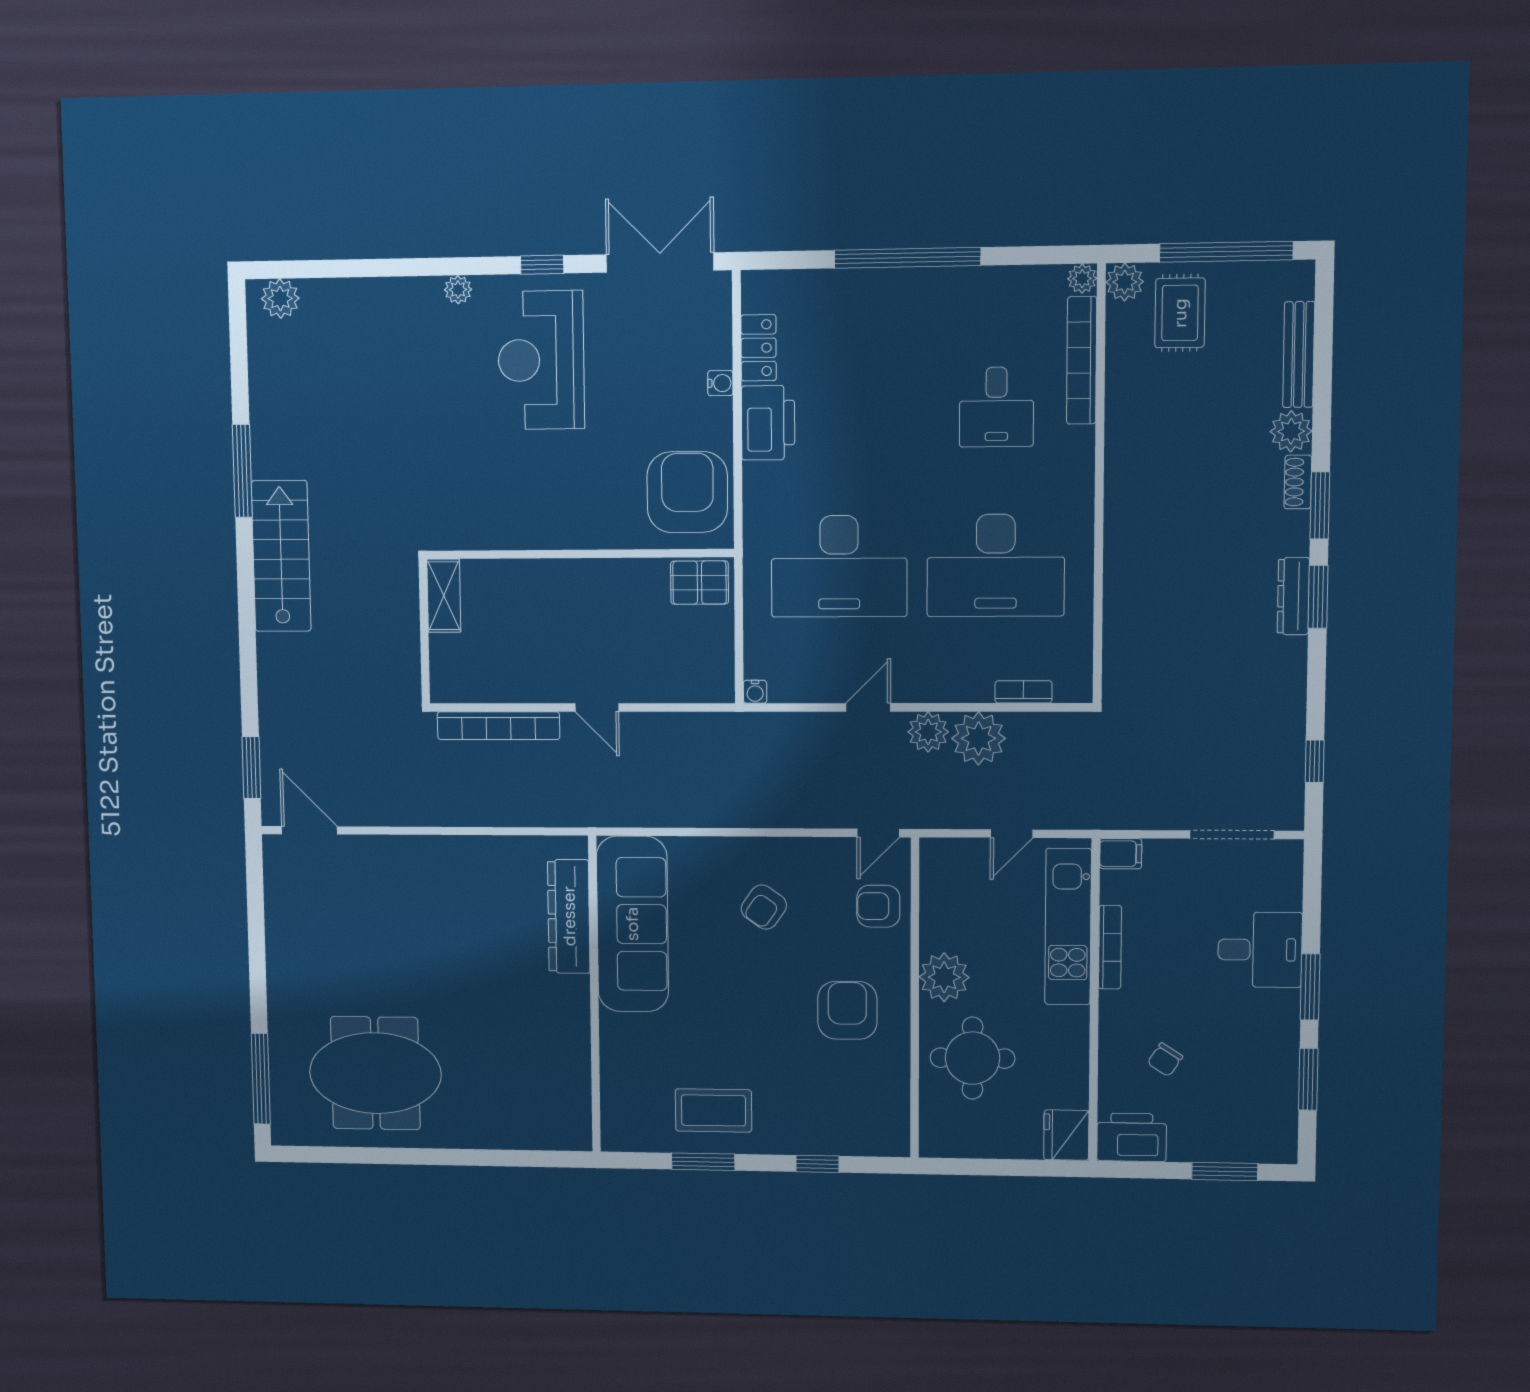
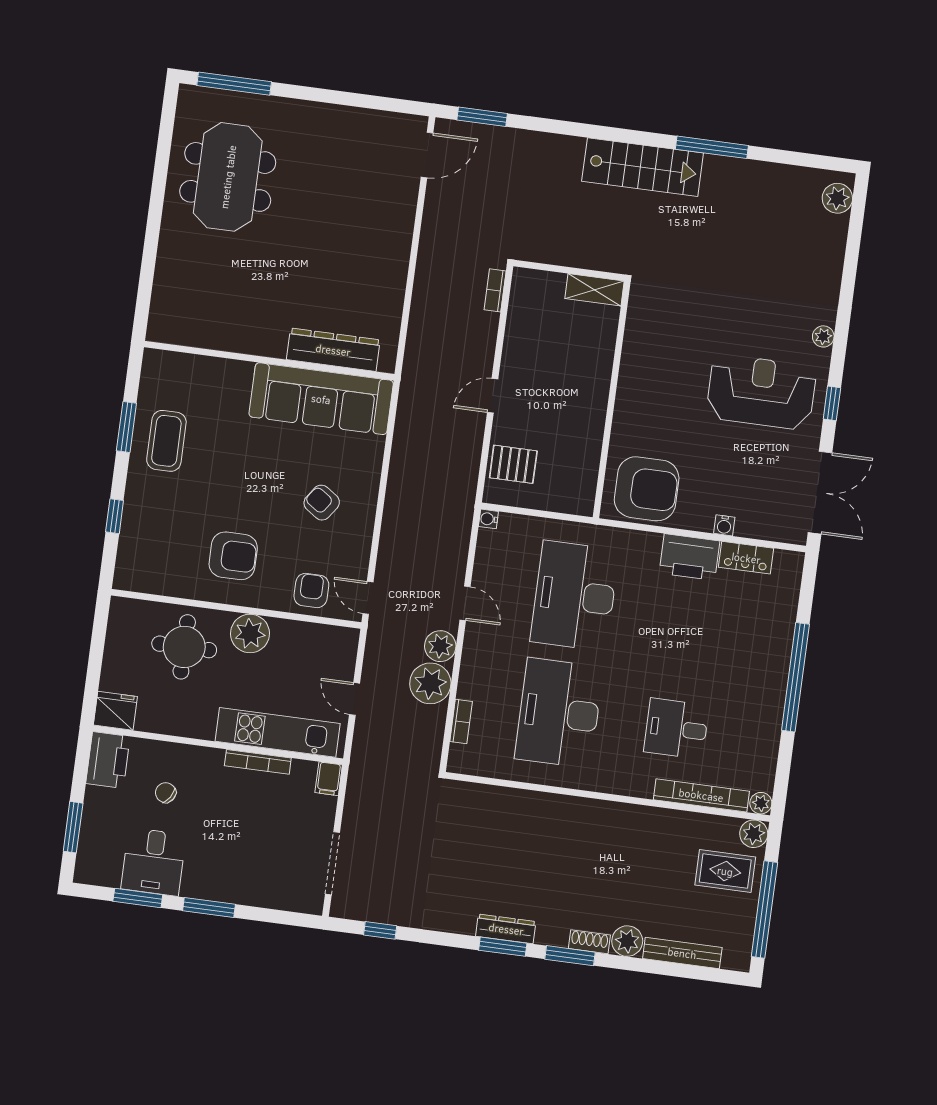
pallet: (700, 583) -> (513, 464), moved, turned 90
bookcase: (498, 726) -> (495, 290), width x0.43, depth x0.76
desk: (1260, 950) -> (153, 862), moved

